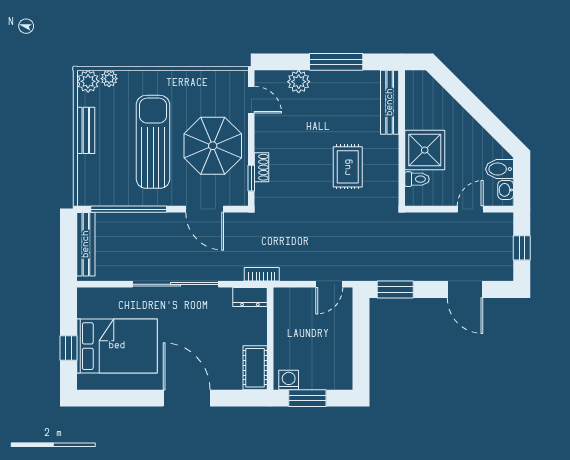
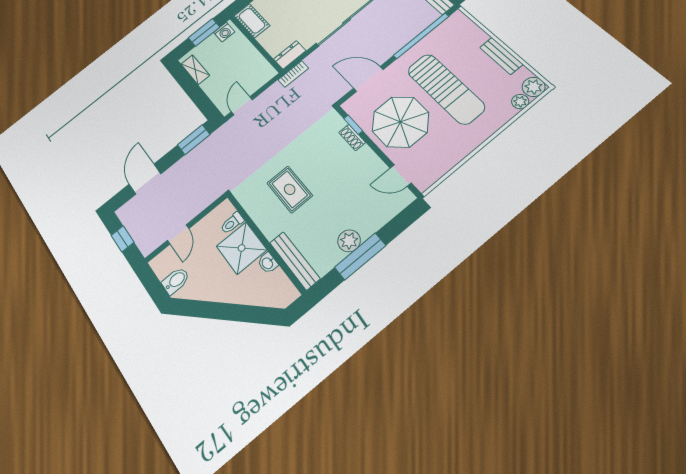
plant: (299, 82) -> (349, 241), moved
washbasin: (506, 190) -> (268, 263), moved, turned 180
door: (465, 290) -> (145, 179), hinge flipped
shelving: (344, 363) -> (195, 70), added

